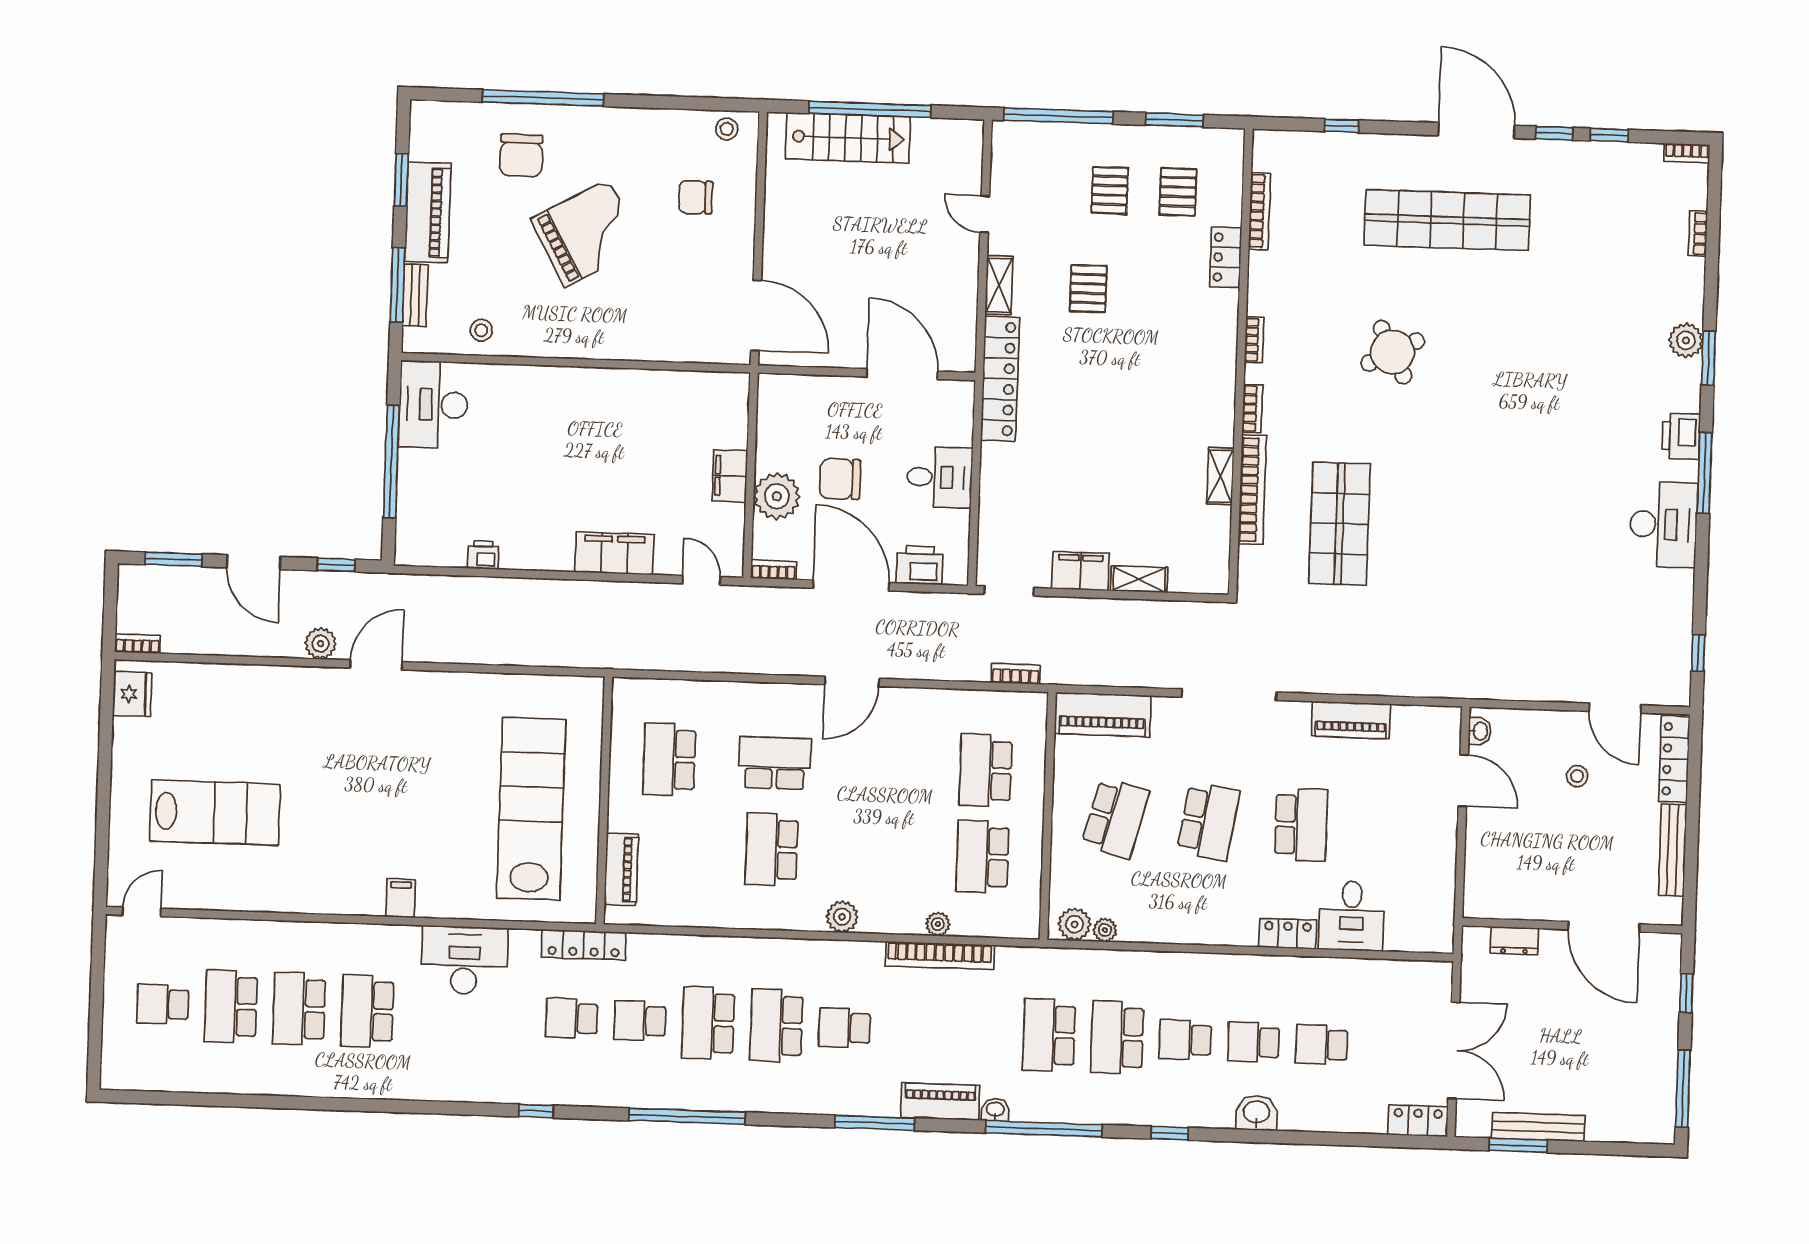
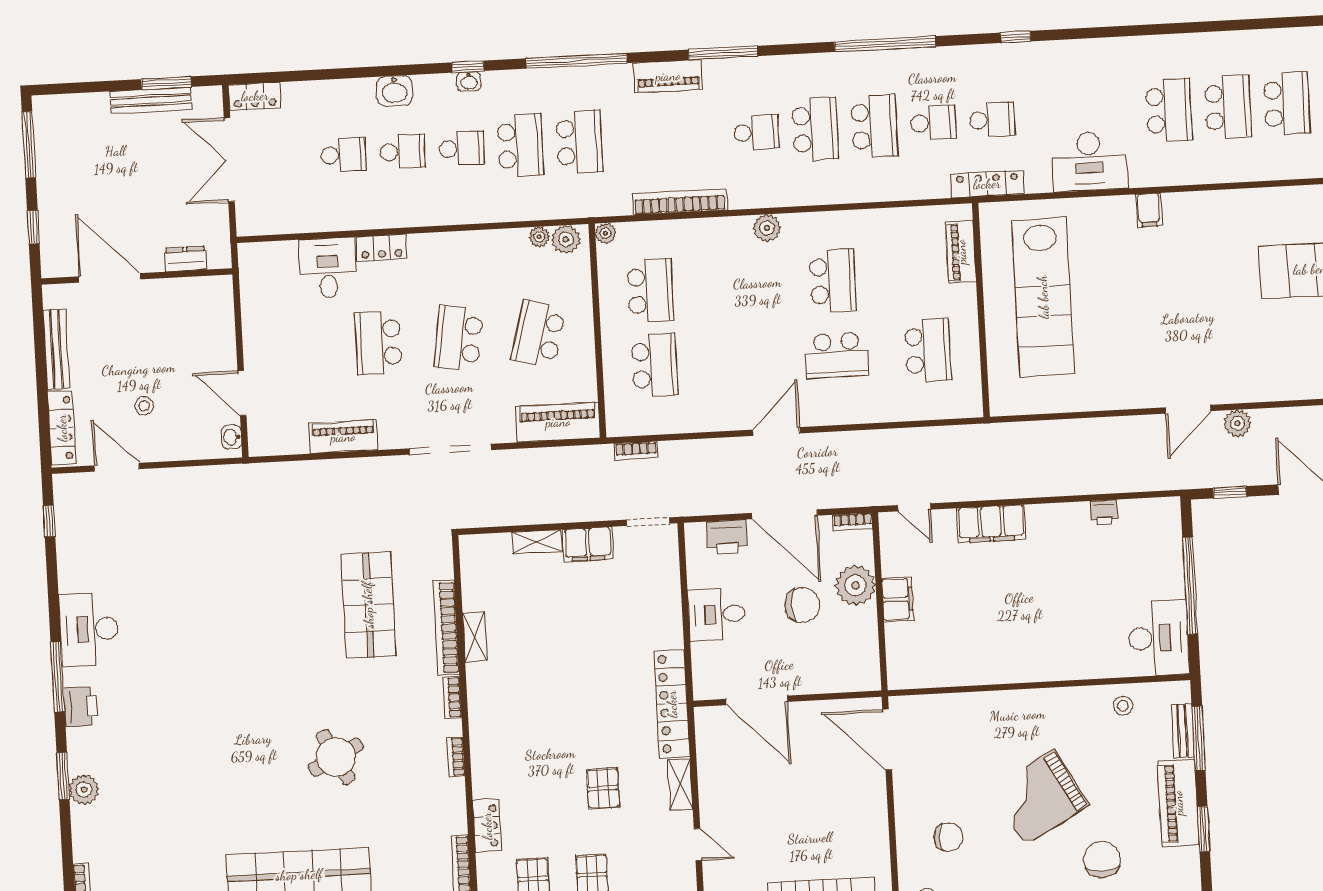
plant: (938, 924) -> (605, 233), moved
washbasin: (995, 1110) -> (469, 81), moved

